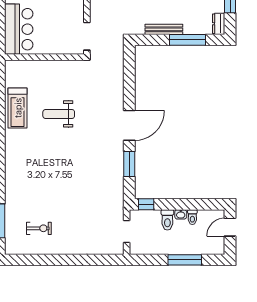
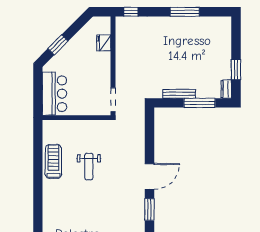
treadmill: (18, 108) -> (53, 161), turned 180
weight bench: (59, 114) -> (89, 167), turned -90

